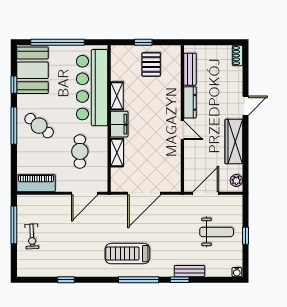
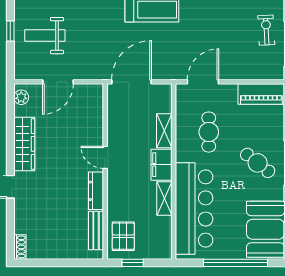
bench: (190, 69) -> (96, 231), moved
dresser: (190, 102) -> (96, 191), moved
wall: (182, 118) -> (105, 171), moved
door: (182, 130) -> (105, 157), moved

